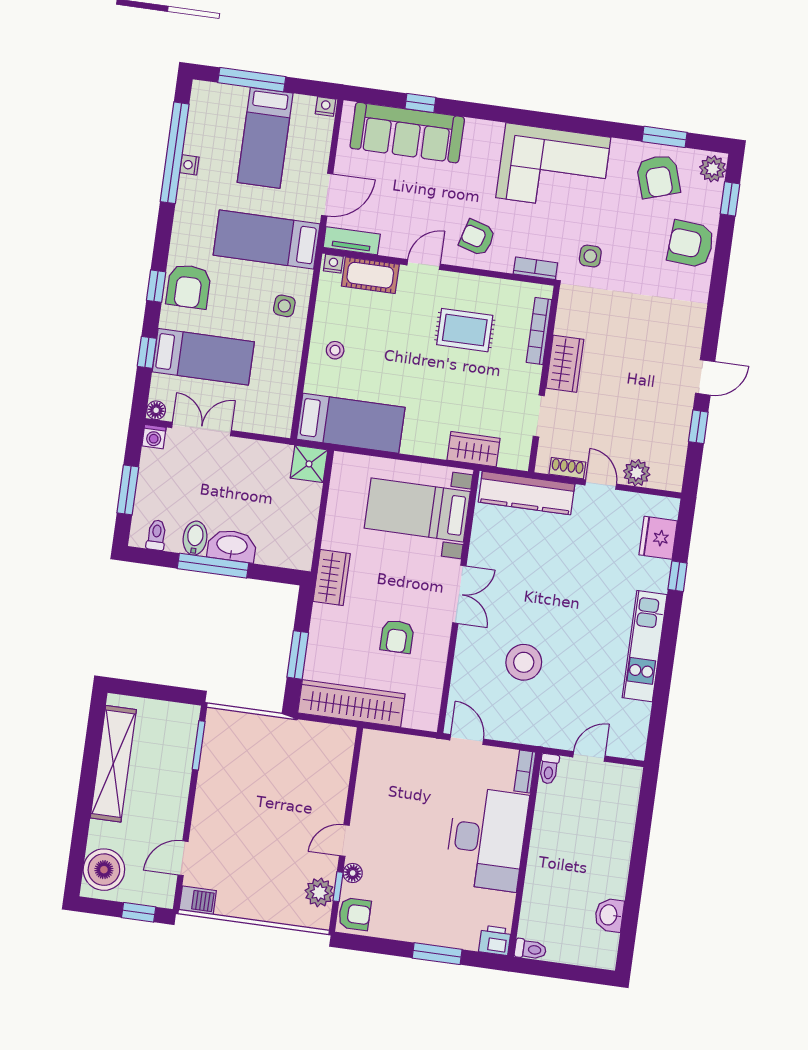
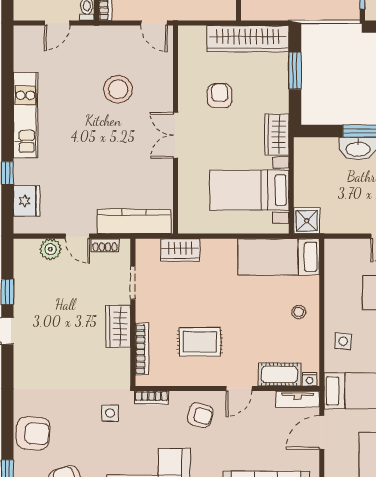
bed with nightstands: (417, 510) -> (249, 190), moved, turned 180

